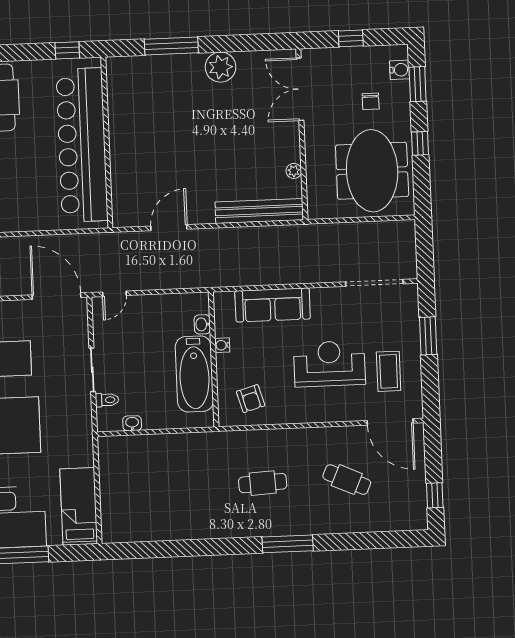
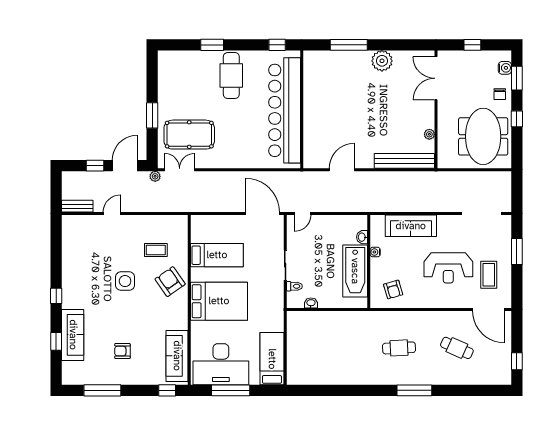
chair: (371, 101) -> (500, 94), moved
reception desk: (329, 364) -> (448, 268), turned 180

